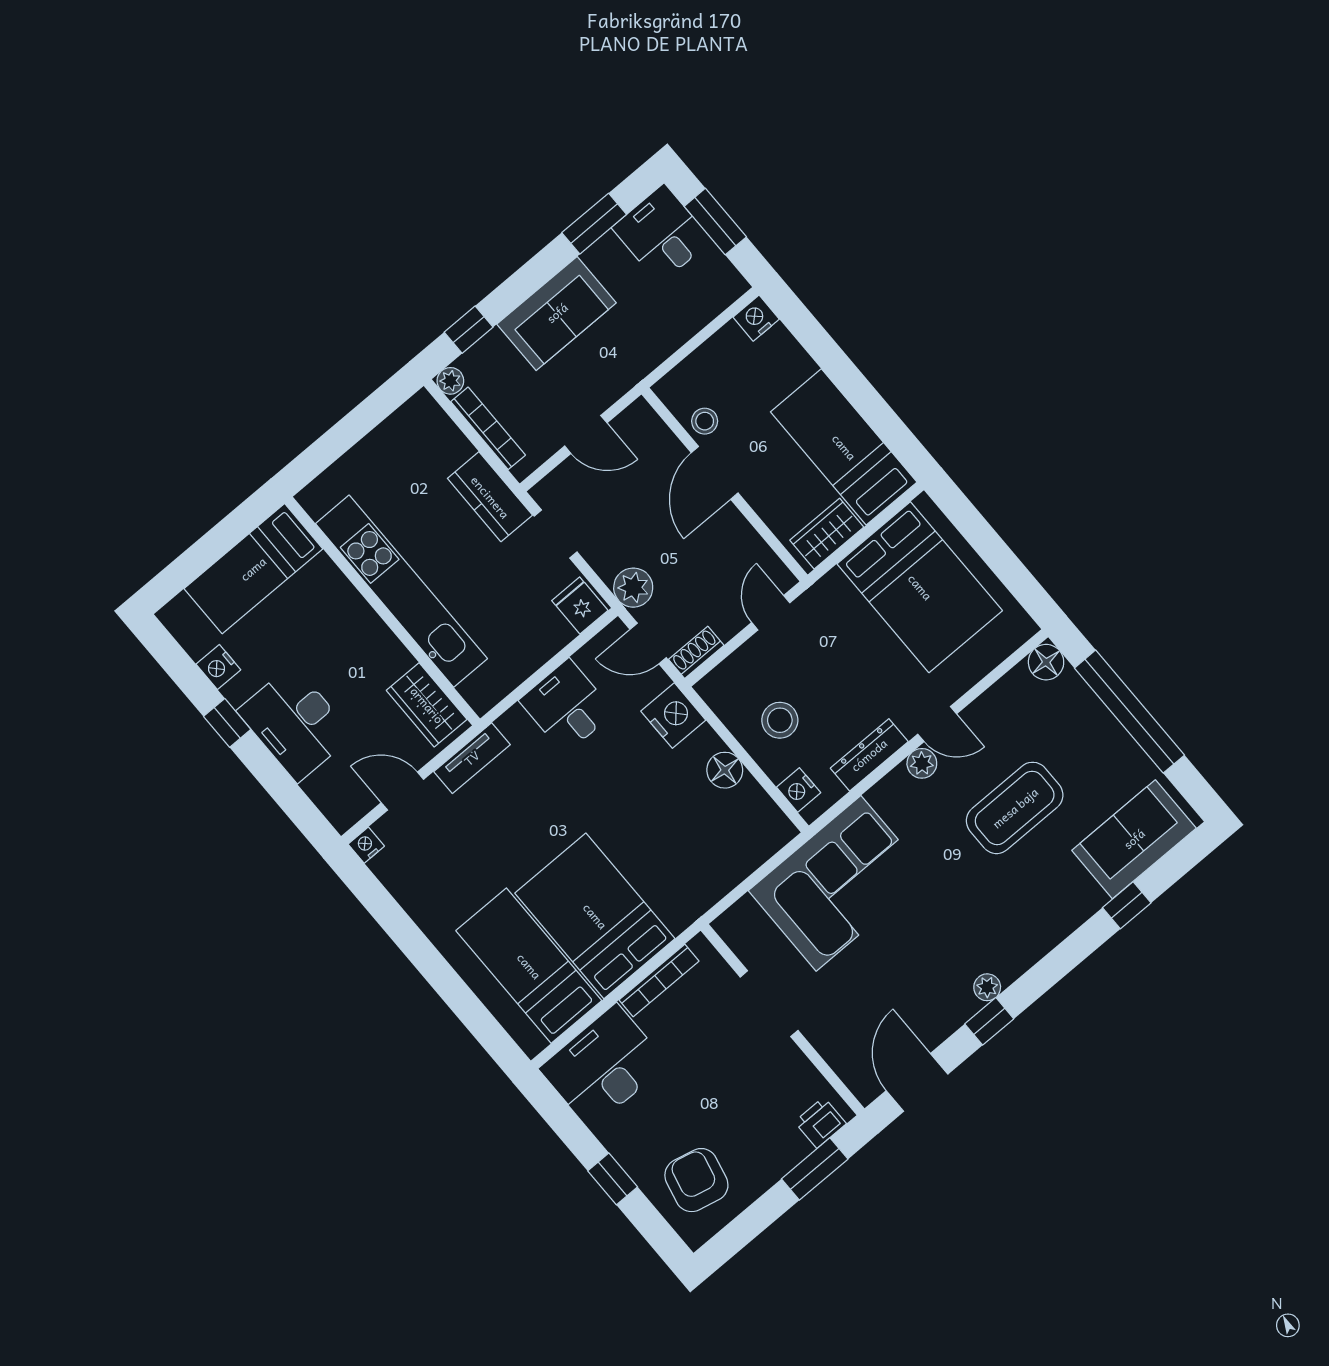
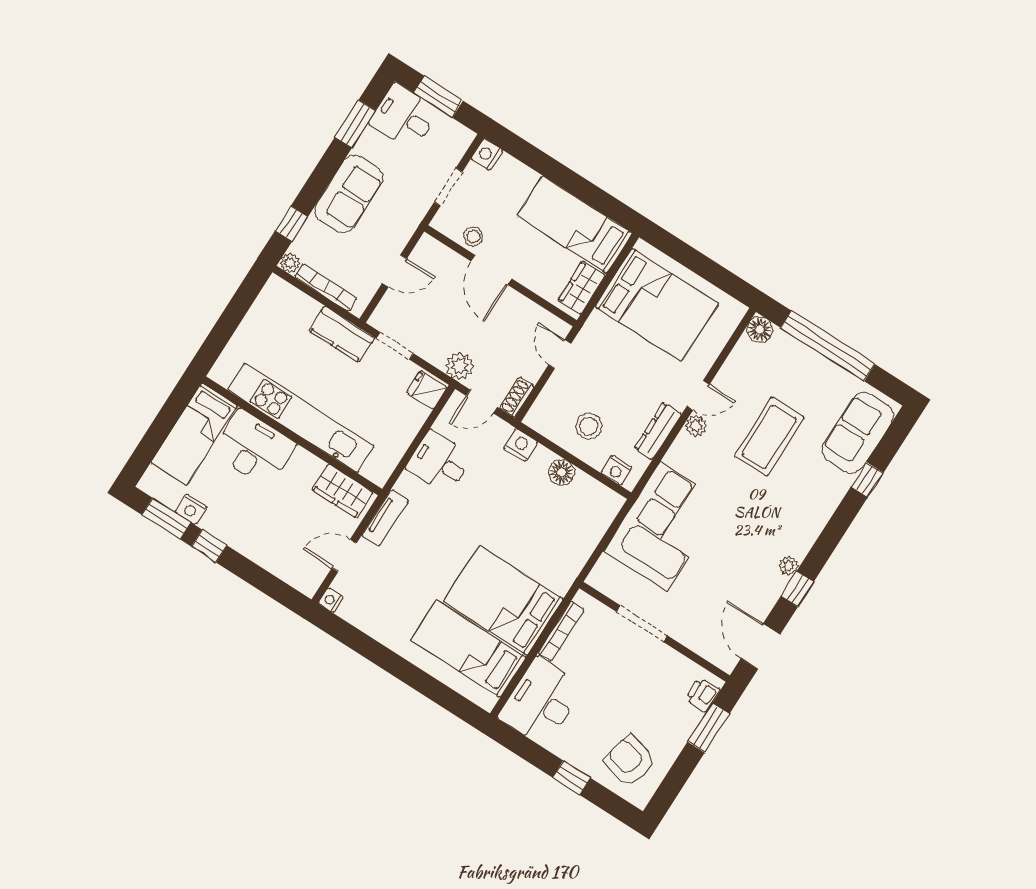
doorway: (692, 345) -> (448, 187), added
window: (182, 669) -> (166, 519), added
nightstand: (673, 716) -> (521, 445), width x0.74, depth x0.75
desk: (295, 723) -> (254, 448), moved, turned 180

